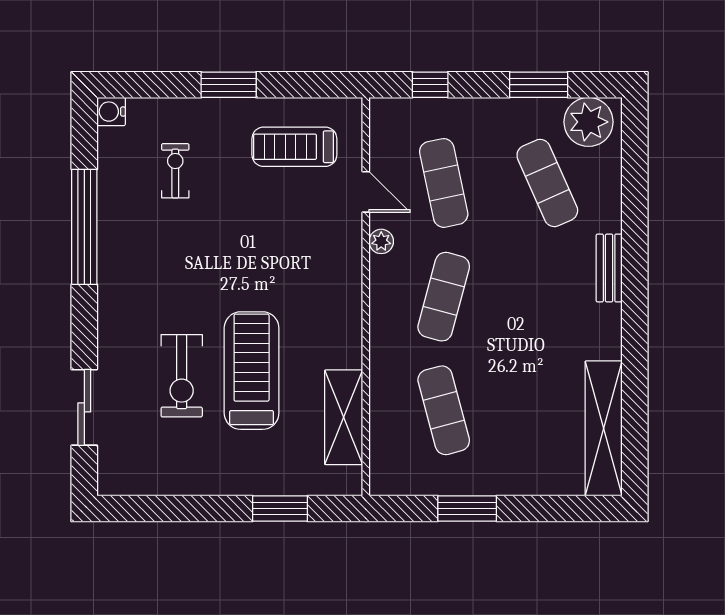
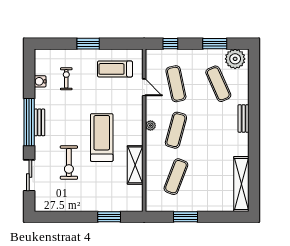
water cooler: (111, 112) -> (40, 81), moved
window: (84, 227) -> (29, 122), moved
plant: (381, 241) -> (150, 125), moved
bench: (110, 277) -> (39, 122), added
treadmill: (252, 371) -> (102, 138), moved
exercise mat: (444, 410) -> (176, 177), turned 36
shelving: (344, 417) -> (135, 165), moved

